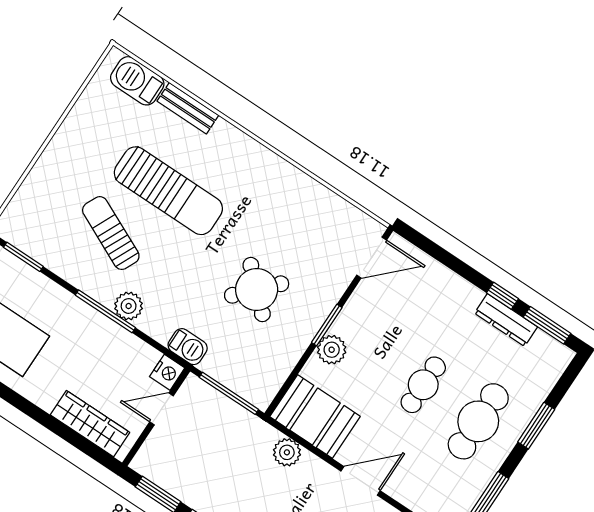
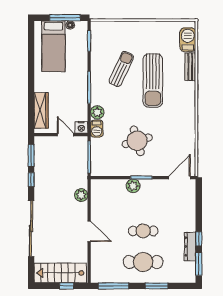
door: (372, 258) -> (180, 178), swing flipped
round table: (257, 290) -> (137, 141), turned 31
plant: (129, 306) -> (97, 112), moved
booth: (315, 416) -> (103, 197), removed

